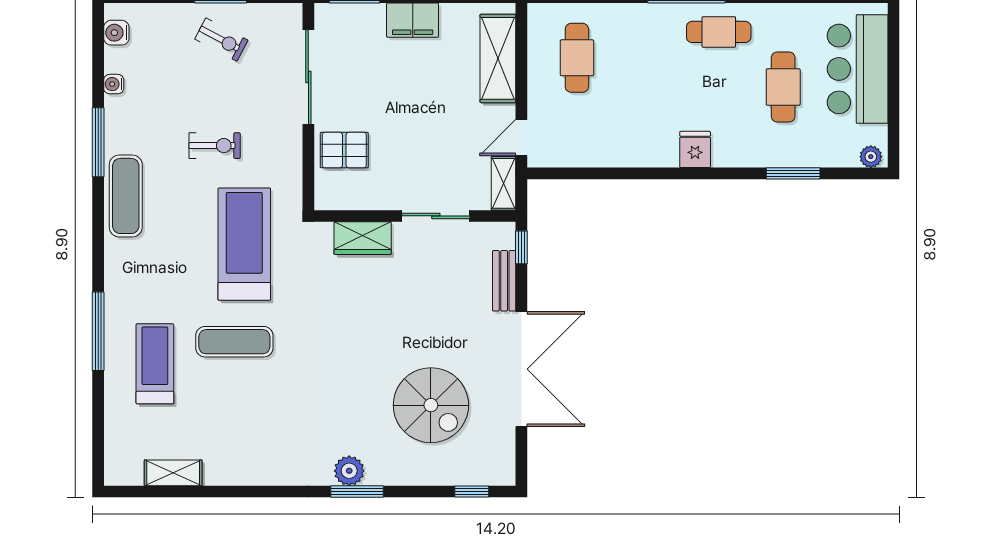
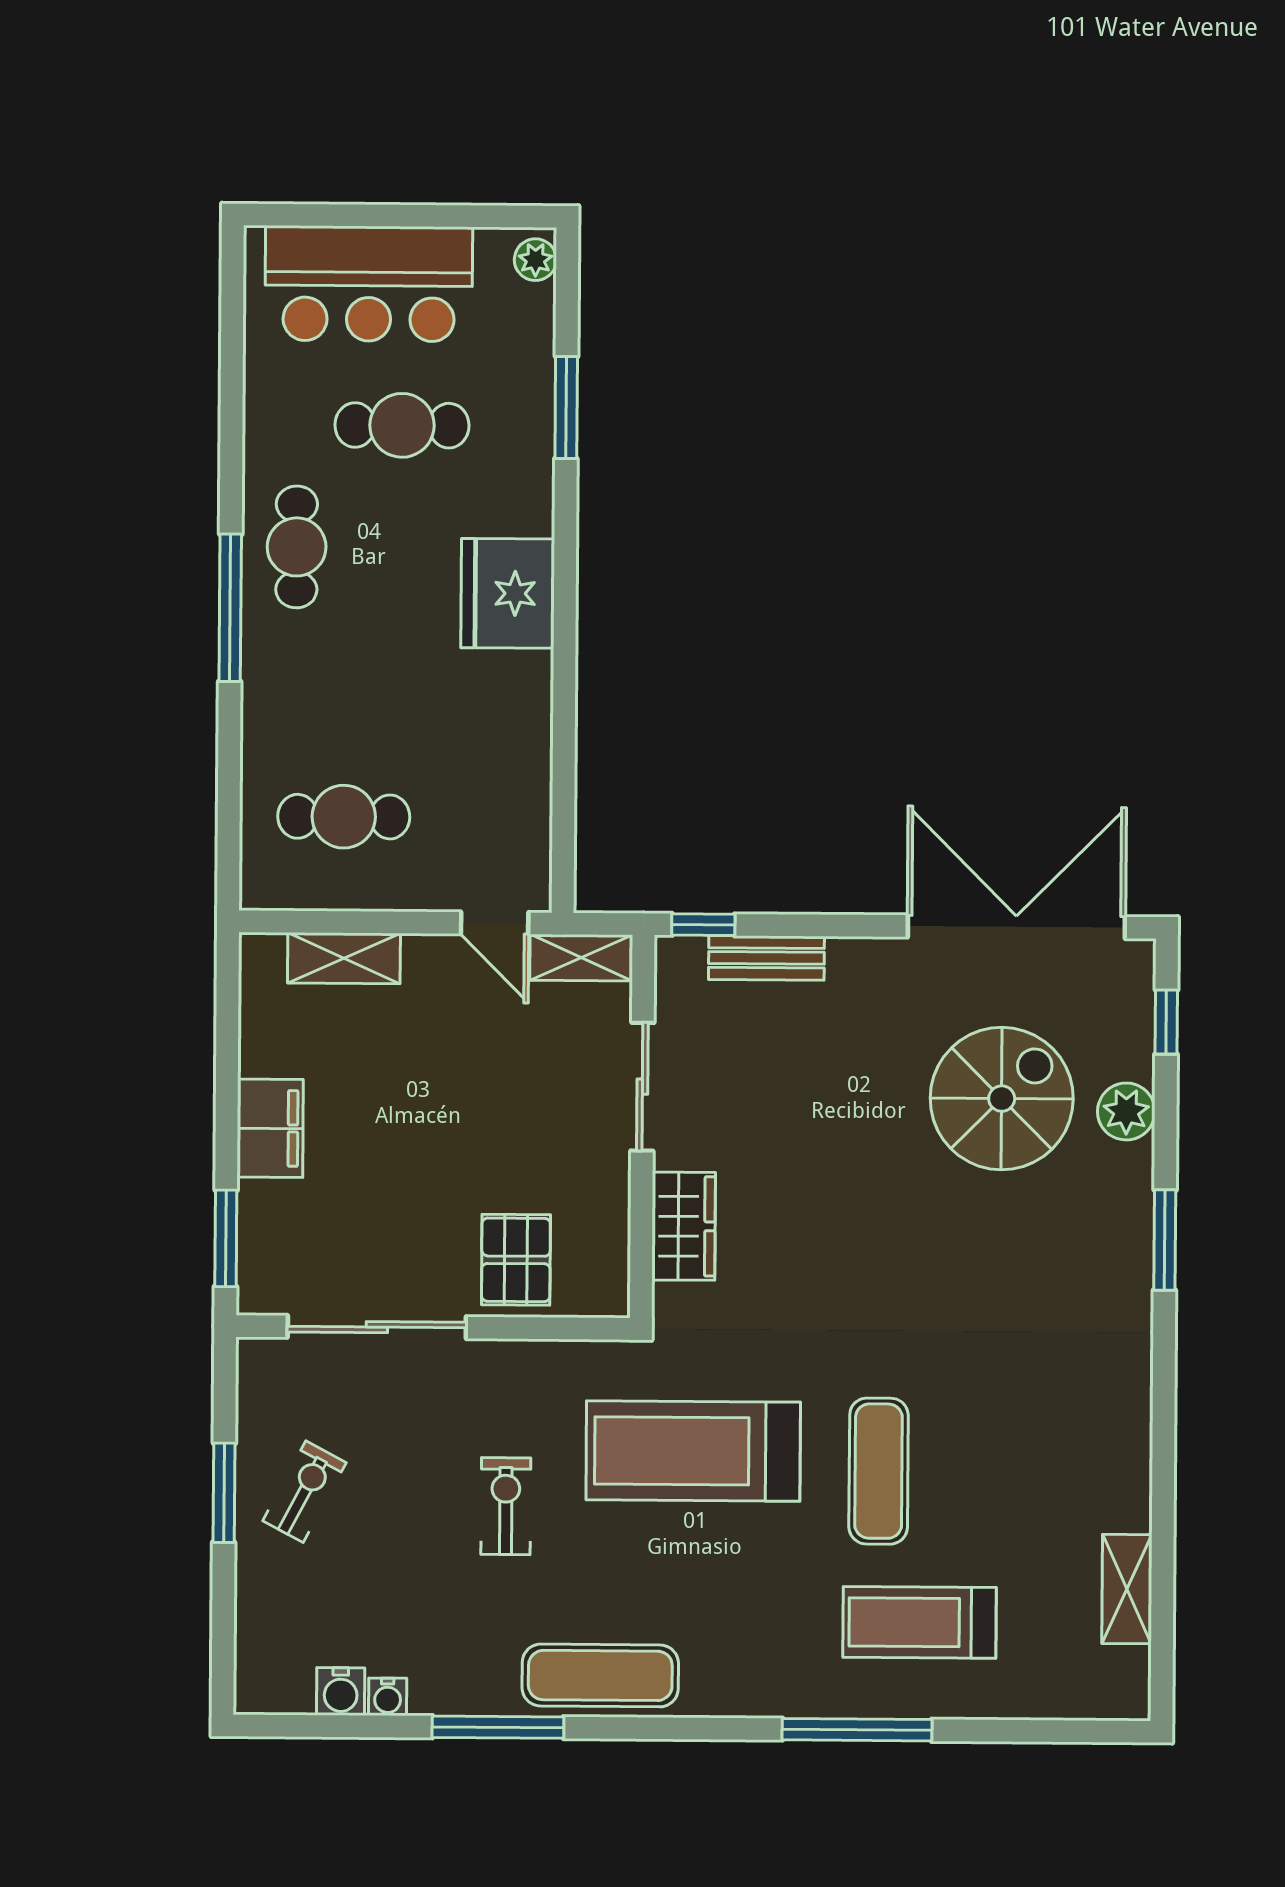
water cooler: (116, 33) -> (341, 1691), moved
shelving: (498, 58) -> (344, 958), width x0.67, depth x0.75
fridge: (695, 149) -> (508, 593), width x1.88, depth x1.34
double door: (521, 369) -> (1016, 927), moved
plant: (349, 471) -> (1126, 1111), moved

